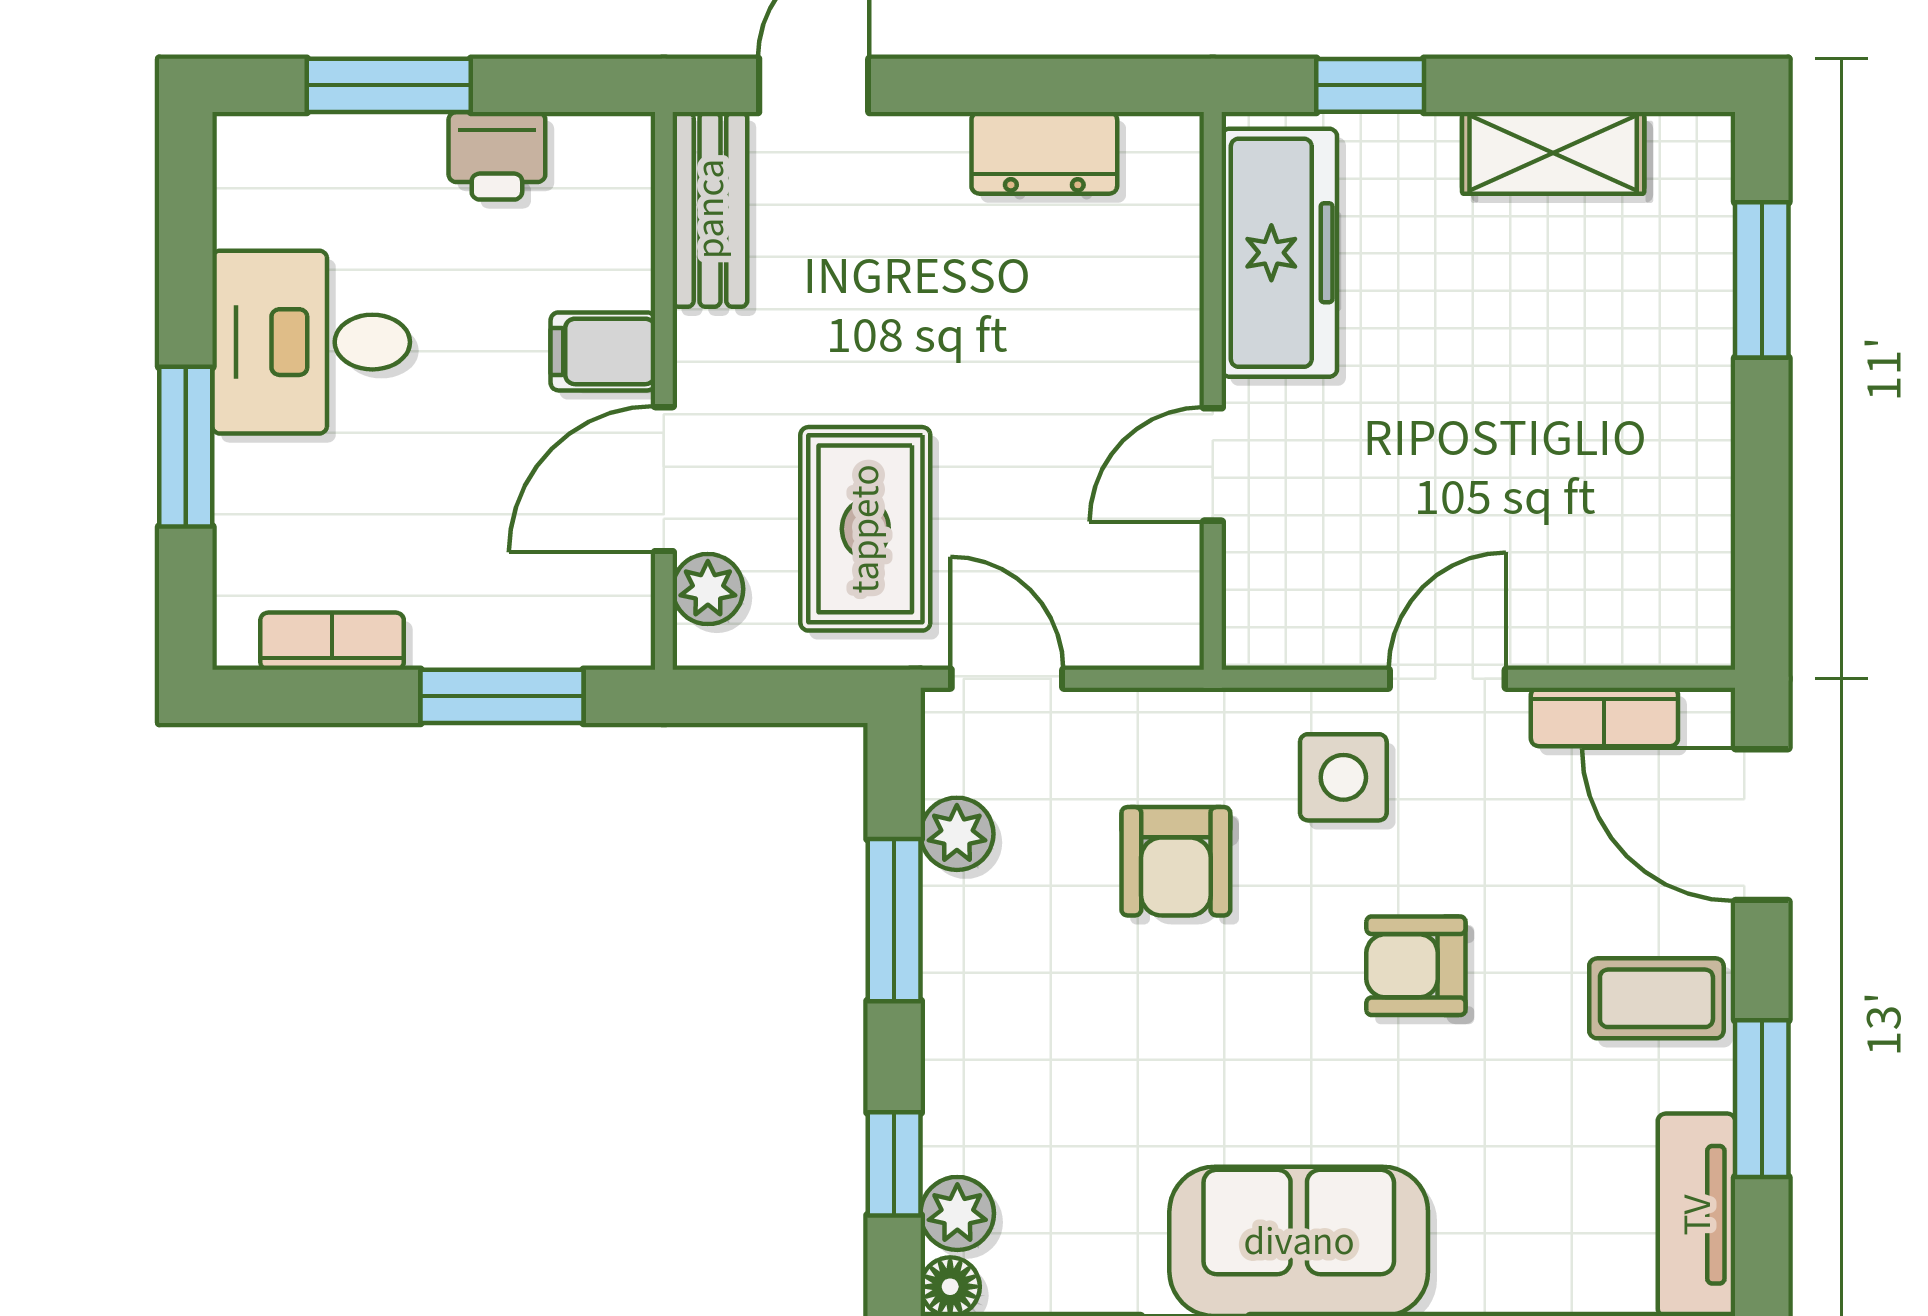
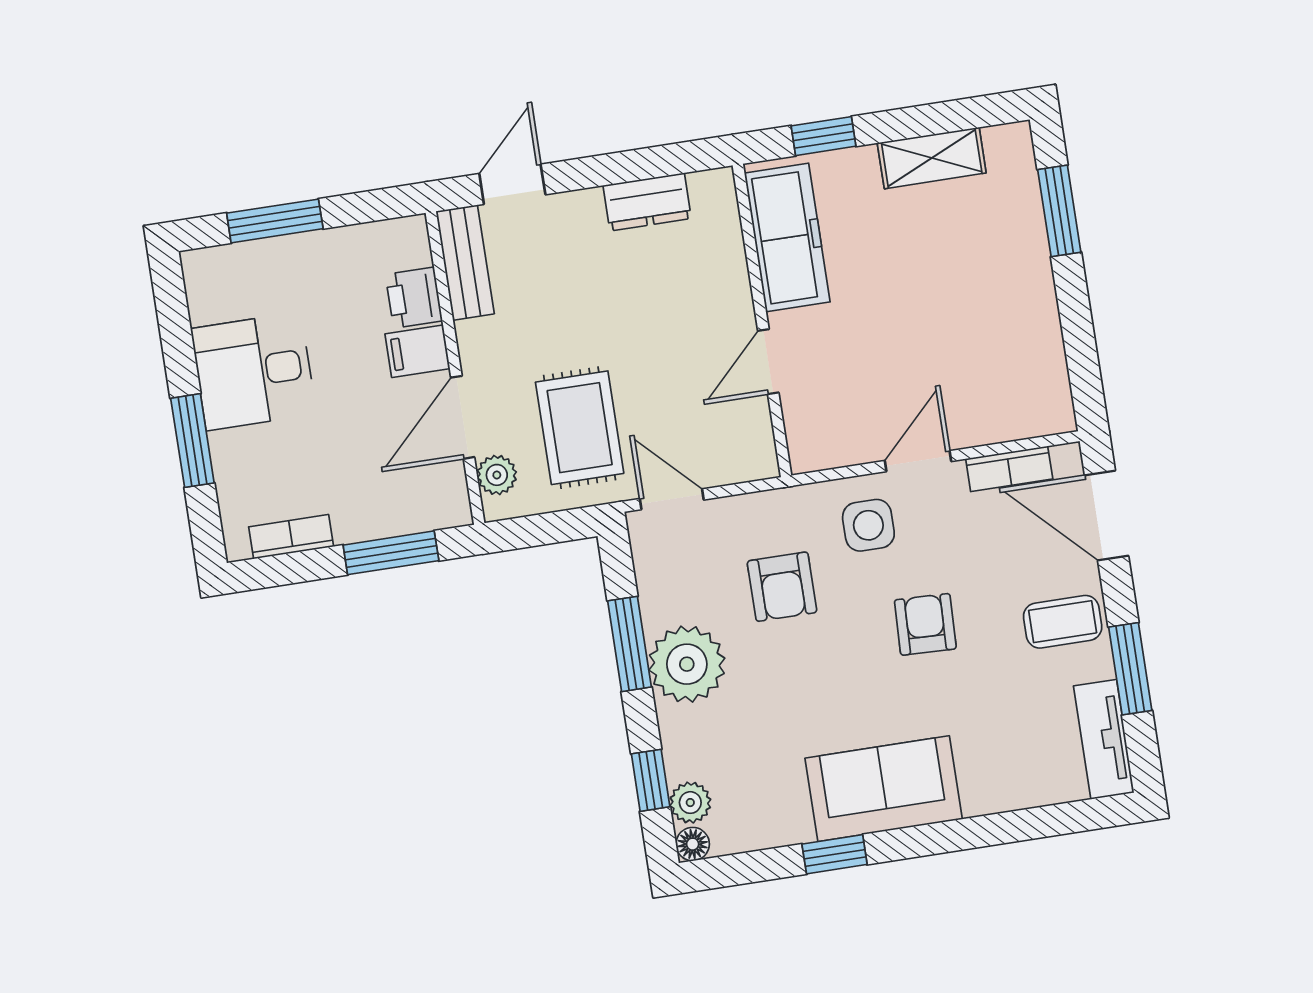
printer: (497, 156) -> (414, 298), moved, turned 90
plant: (957, 834) -> (687, 664), moved, width x1.88, depth x1.88
armchair: (1416, 966) -> (925, 624), turned 92

